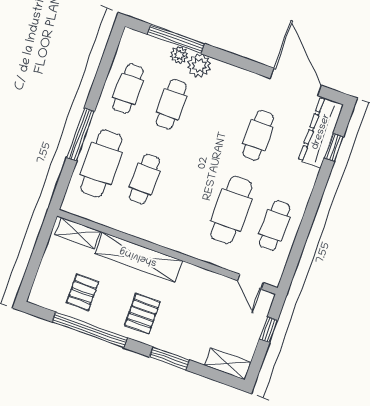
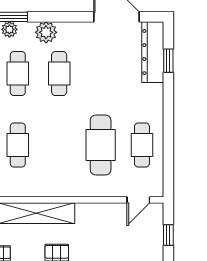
plant: (199, 65) -> (46, 32), moved
cafe table: (258, 135) -> (59, 74), moved
door: (250, 282) -> (138, 200), hinge flipped

